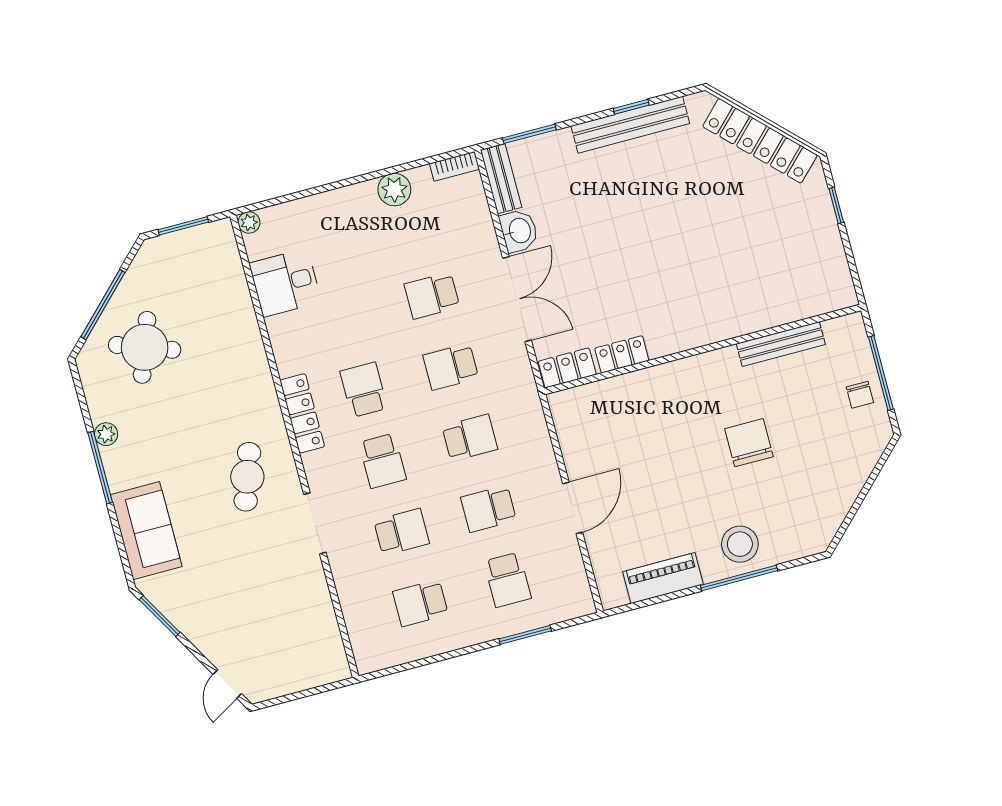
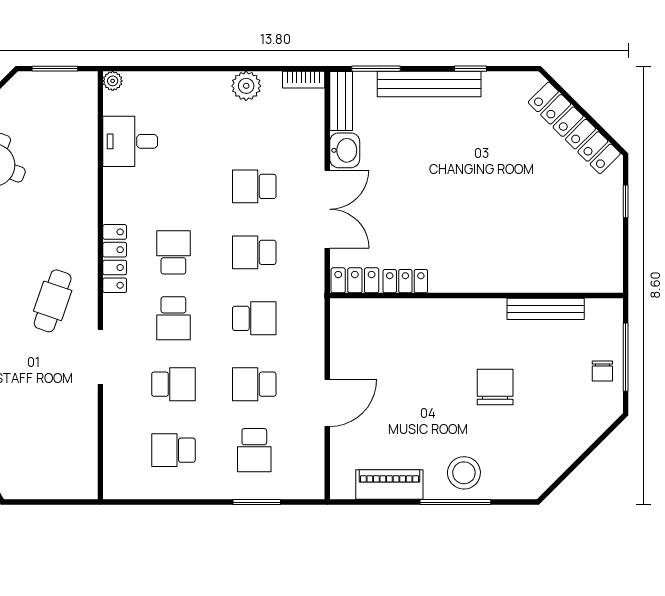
bench: (630, 125) -> (429, 84), moved

